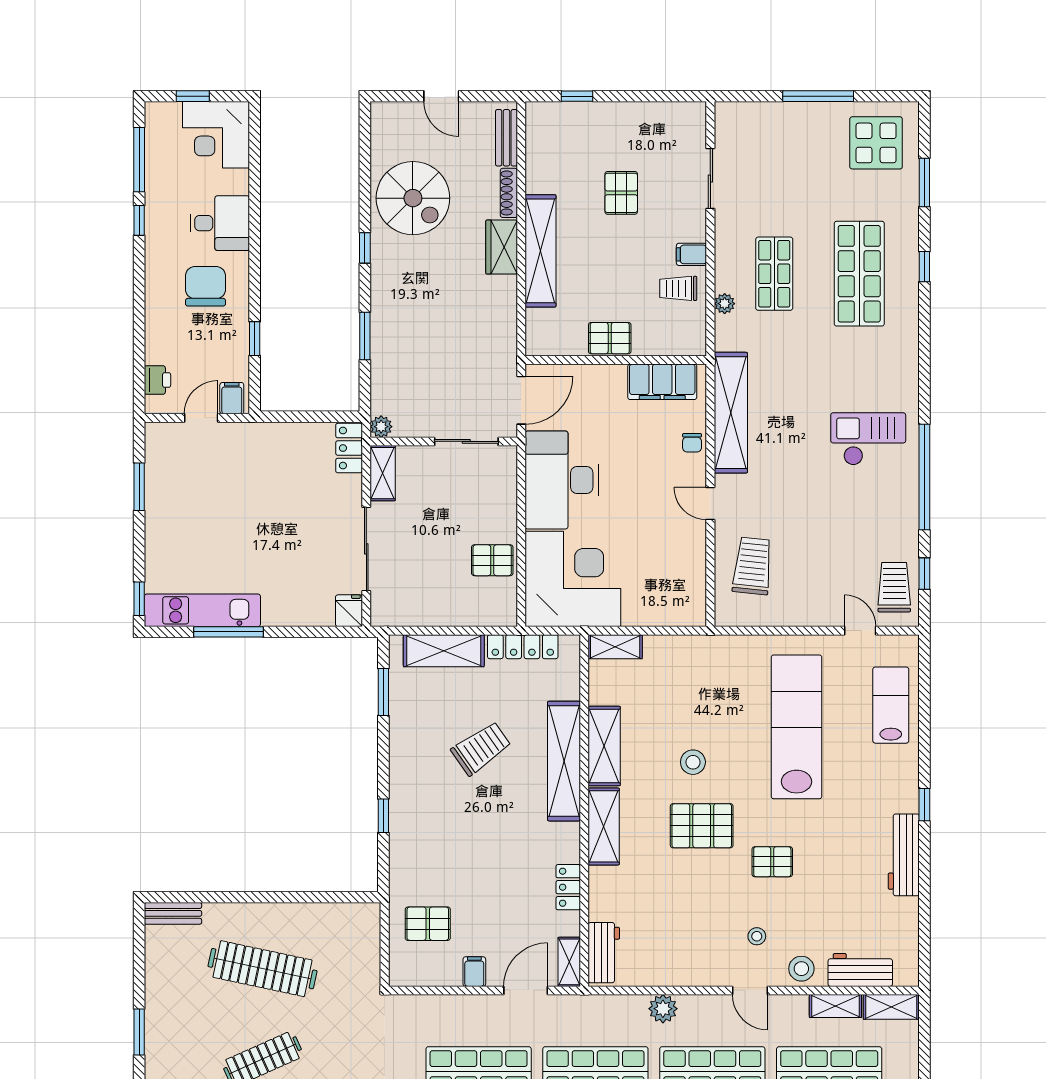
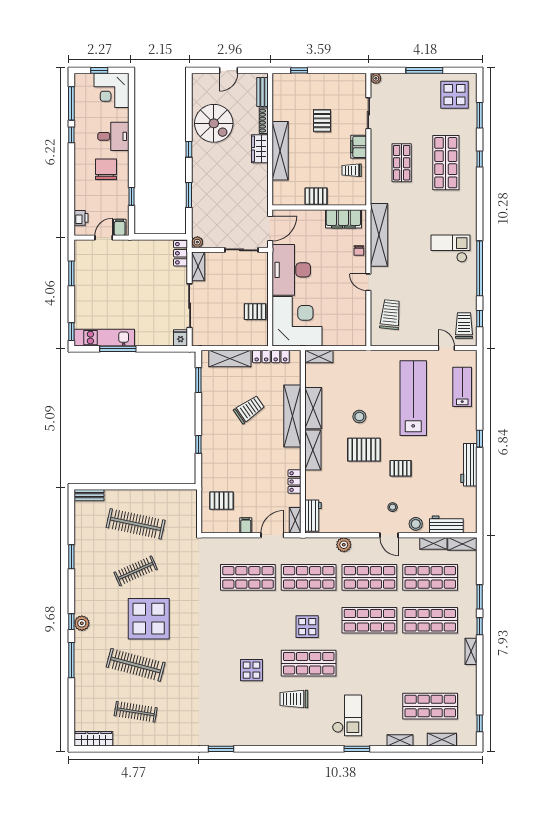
door: (441, 96) -> (229, 70), hinge flipped
filing cabinet: (691, 254) -> (359, 147), width x2.00
plant: (725, 304) -> (376, 78), moved

